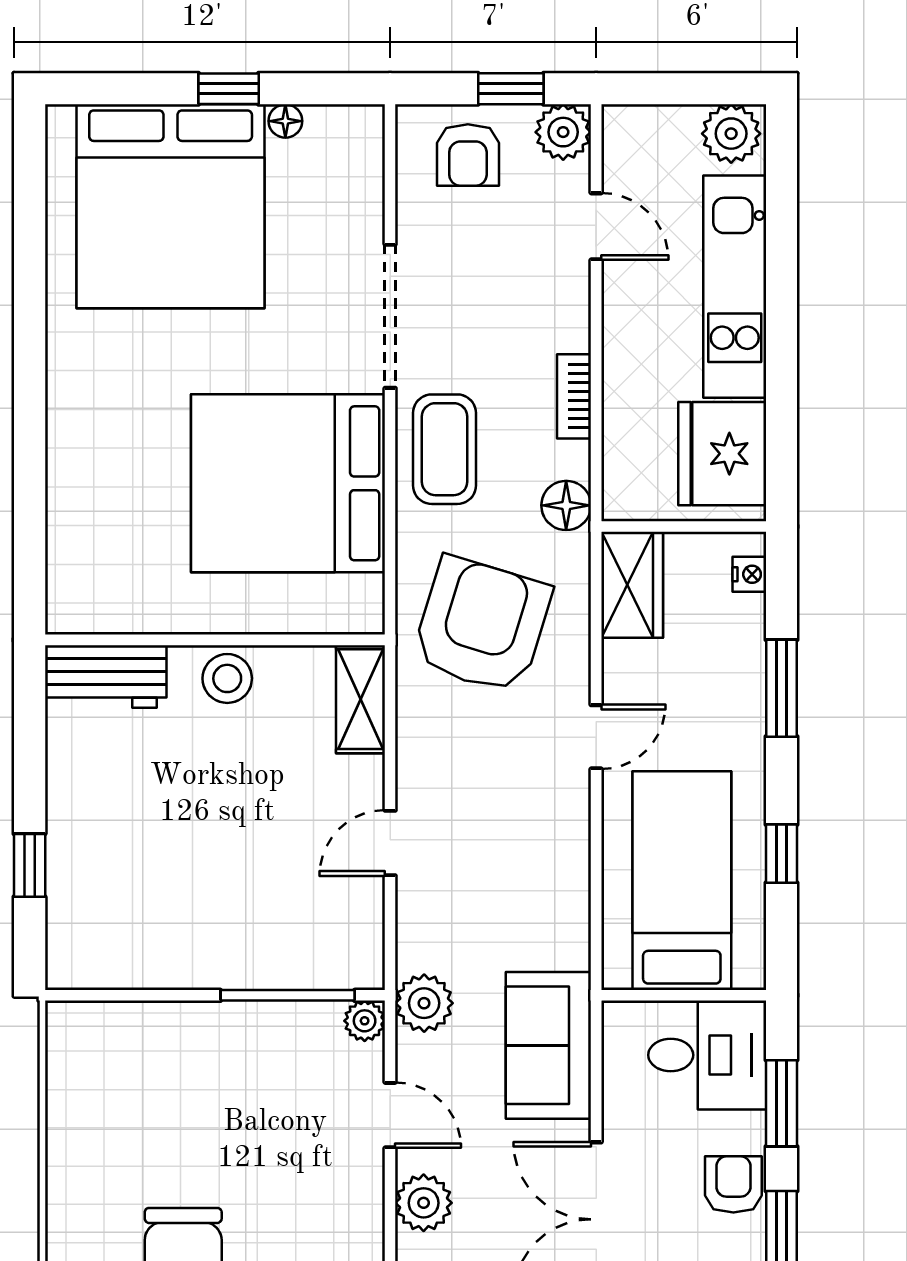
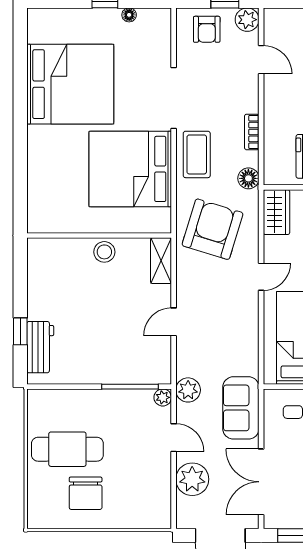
bed: (171, 206) -> (70, 84), moved, turned -90
workbench: (106, 676) -> (40, 347), moved, turned -90
cafe table: (140, 1142) -> (67, 449), added
plant: (424, 1203) -> (192, 479), width x1.36, depth x1.36

